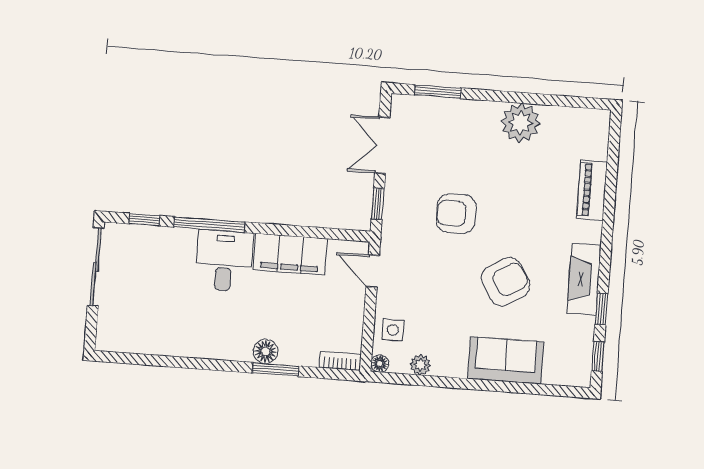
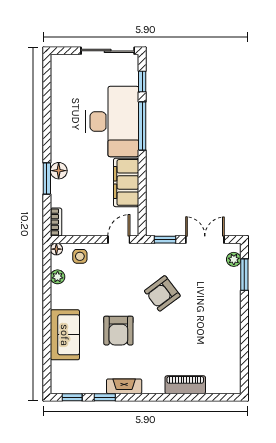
plant: (520, 123) -> (234, 259), moved, width x0.53, depth x0.53
armchair: (456, 214) -> (162, 293), turned -127
desk: (224, 261) -> (112, 122), width x1.87, depth x1.30
fireplace: (584, 279) -> (124, 386), width x0.73, depth x0.76
armchair: (505, 282) -> (118, 331), turned 32

